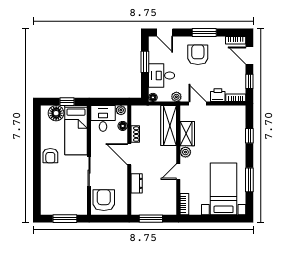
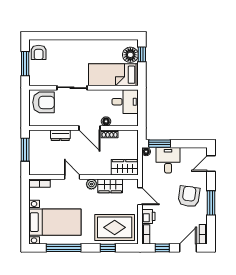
armchair: (198, 55) -> (189, 196), turned -82
window: (145, 62) -> (160, 144), moved
plant: (176, 97) -> (147, 175), removed
window: (67, 102) -> (142, 54), moved
door: (198, 104) -> (140, 196), hinge flipped
plant: (121, 110) -> (133, 120), removed
floor lamp: (123, 126) -> (106, 121), moved
wardrobe: (169, 126) -> (125, 167), width x0.67
rug: (229, 129) -> (115, 227), added
door: (129, 154) -> (89, 128), swing flipped
armchair: (50, 156) -> (39, 52), moved, turned -90
window: (249, 180) -> (64, 248), width x1.44

